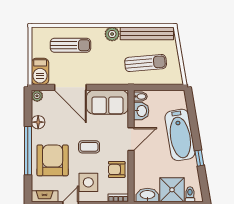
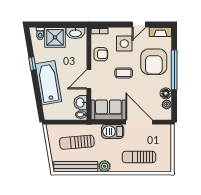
barbecue: (40, 71) -> (113, 131), moved, turned -90
plant: (37, 96) -> (167, 104), moved

